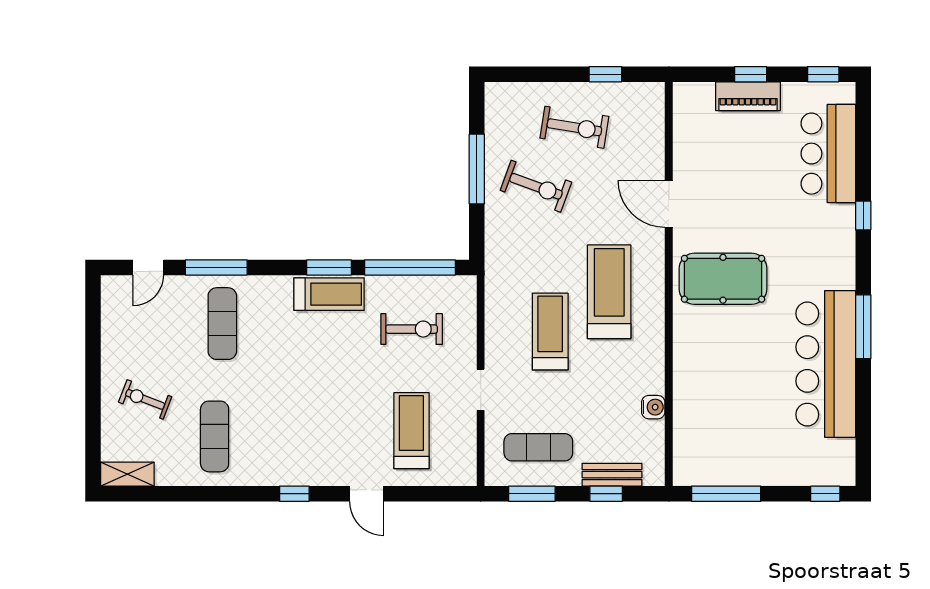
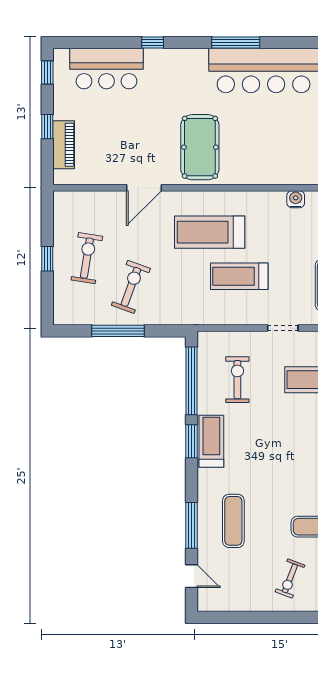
window: (605, 74) -> (47, 259), moved
piano: (748, 96) -> (64, 145), moved
exercise mat: (222, 324) -> (233, 521), turned 90

